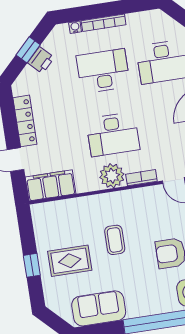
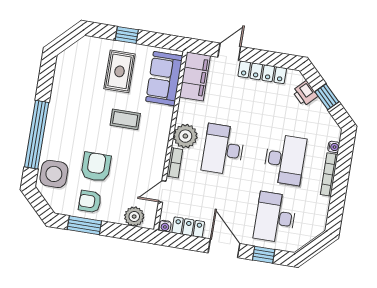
printer: (41, 60) -> (305, 93), moved
sofa: (99, 308) -> (164, 79), moved, turned 180

